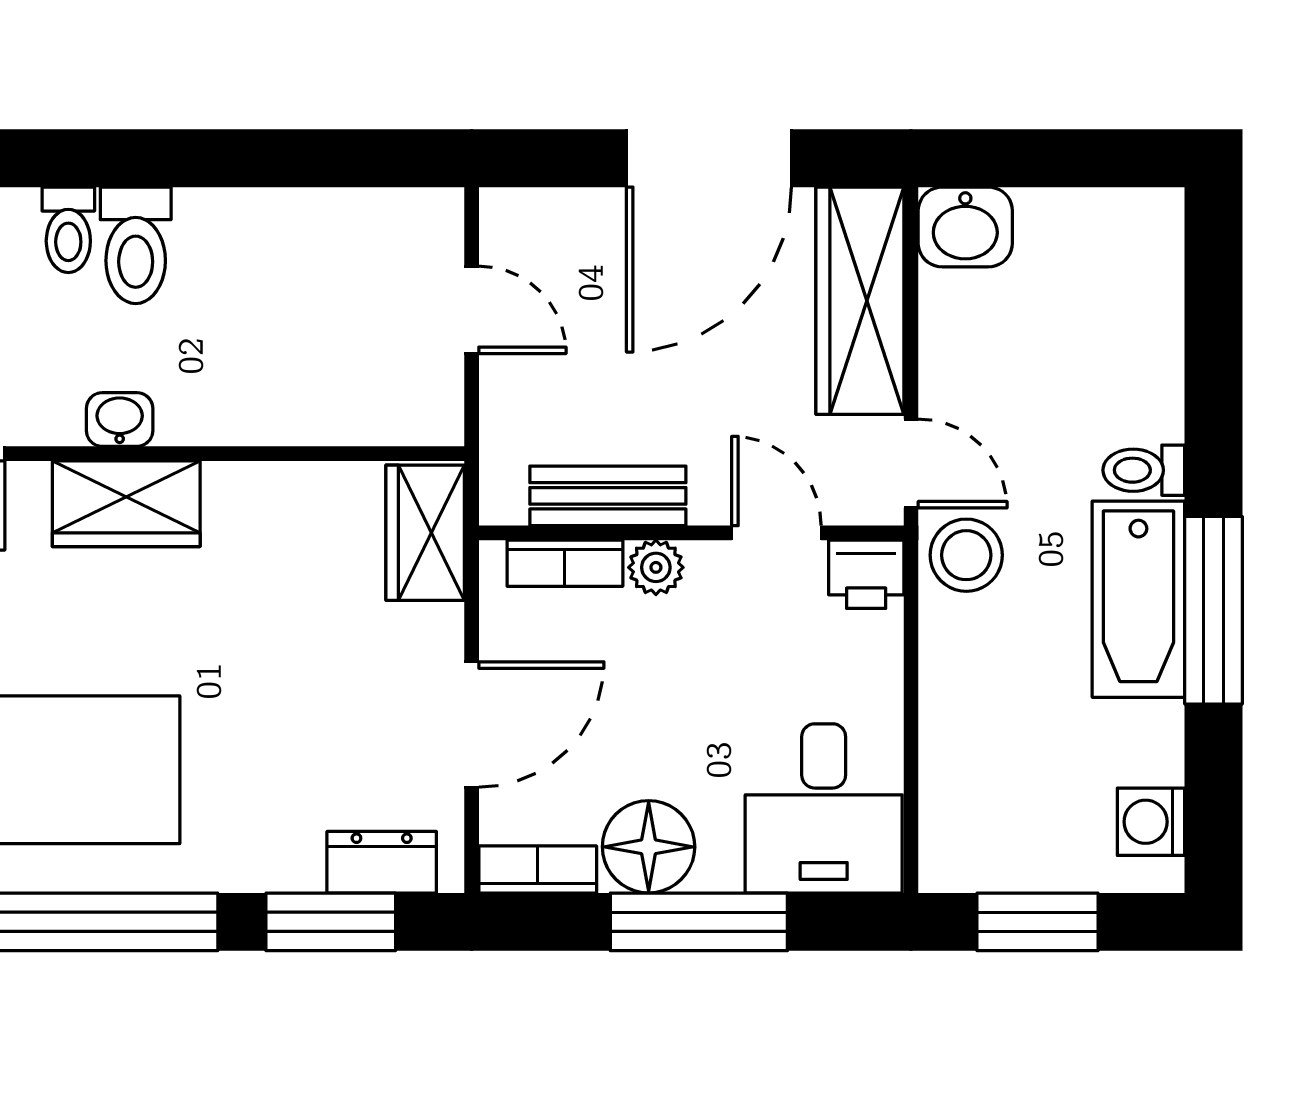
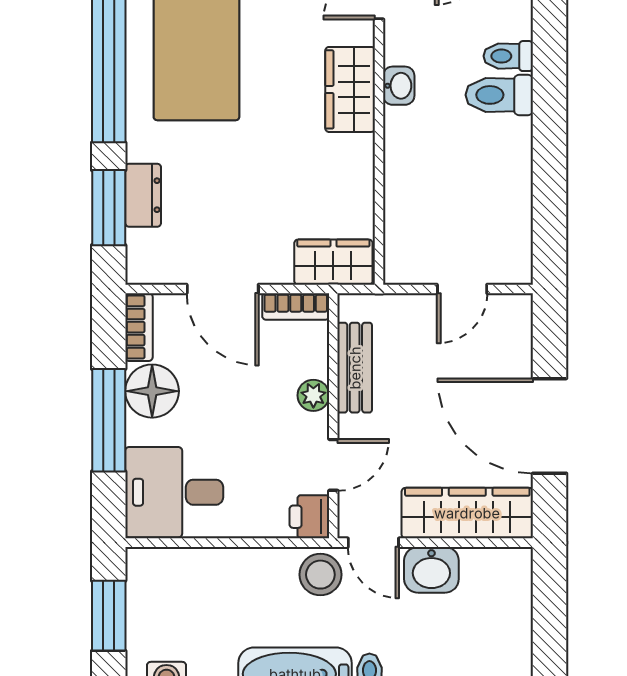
washbasin: (965, 227) -> (431, 570), moved, turned -90
door: (911, 463) -> (373, 543), hinge flipped
bookcase: (565, 563) -> (296, 306), moved, turned -90
dresser: (382, 862) -> (143, 195), moved

